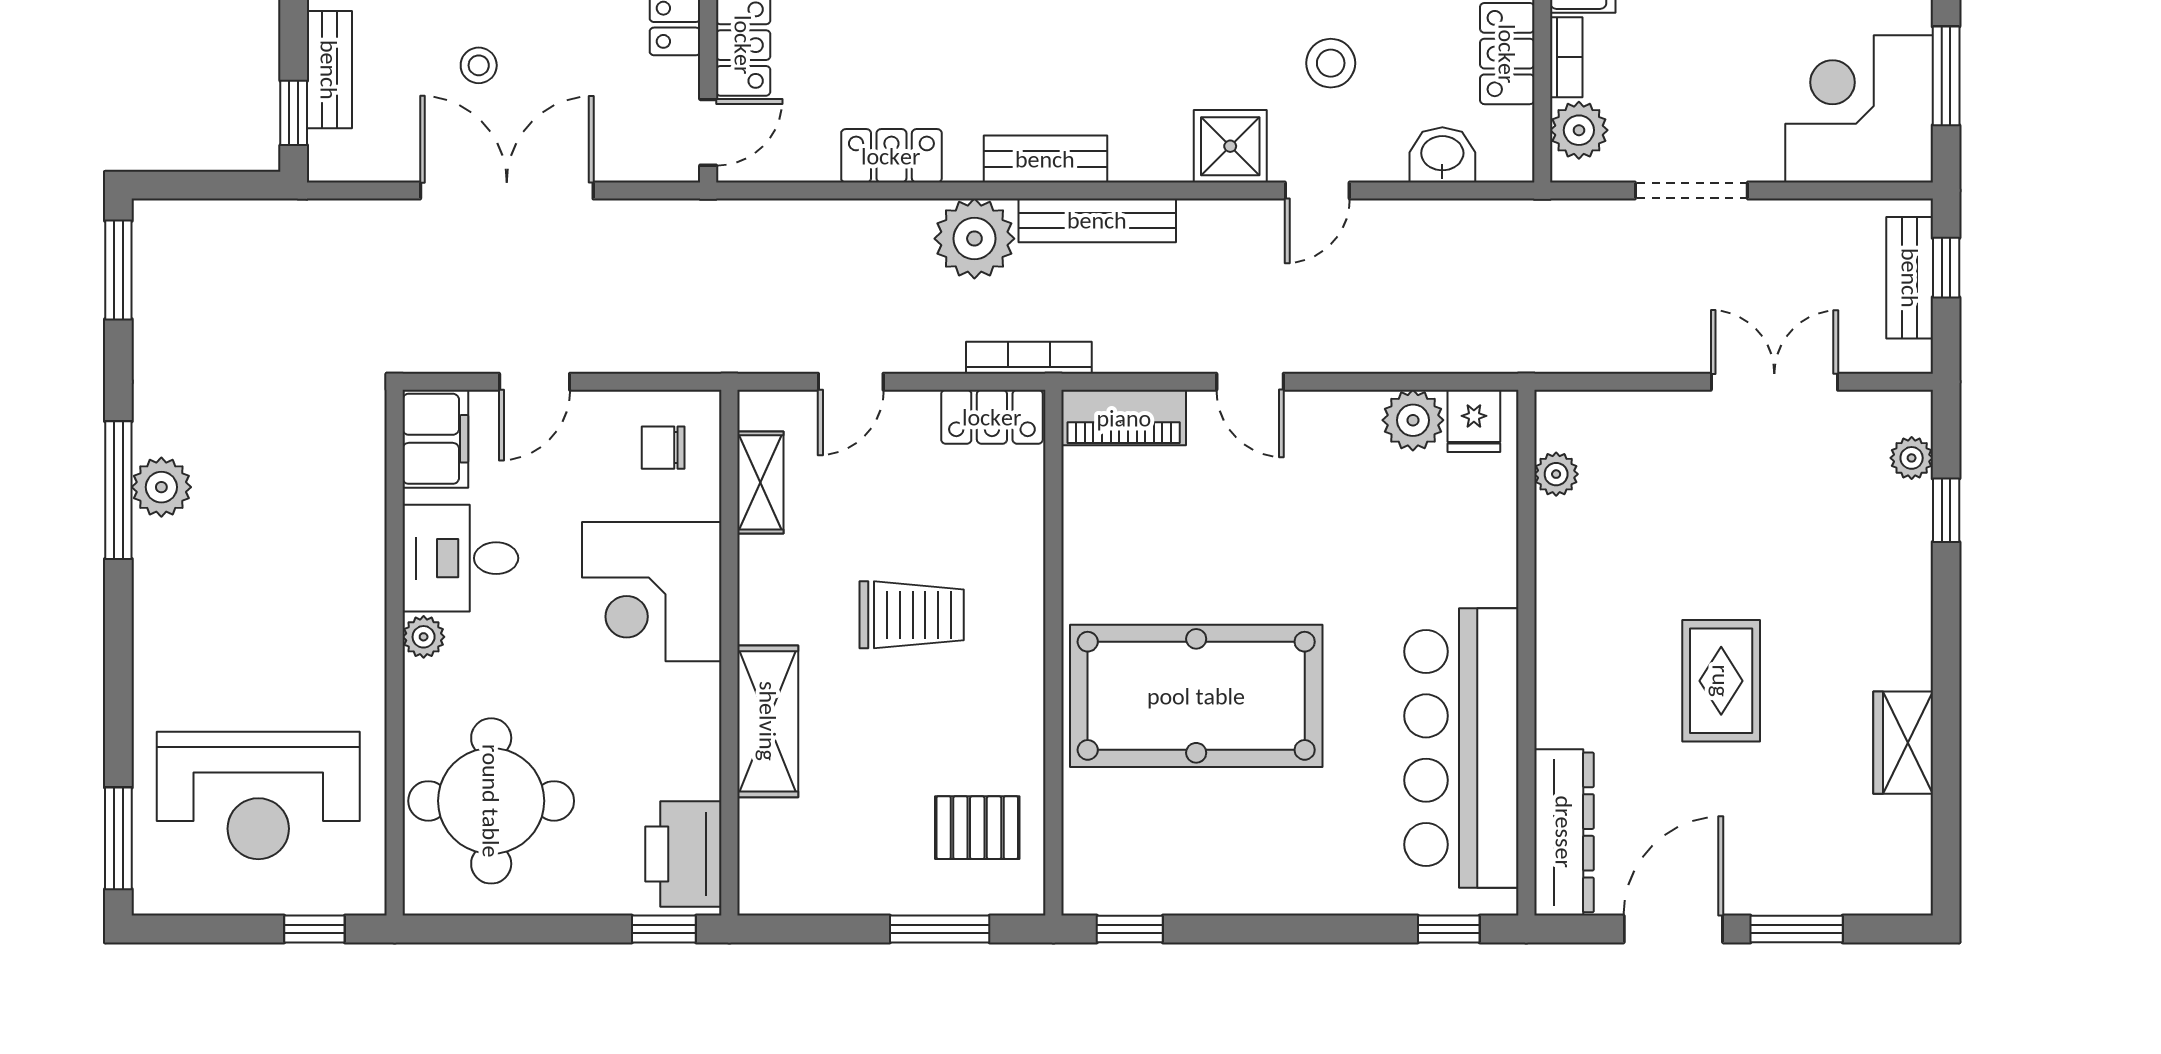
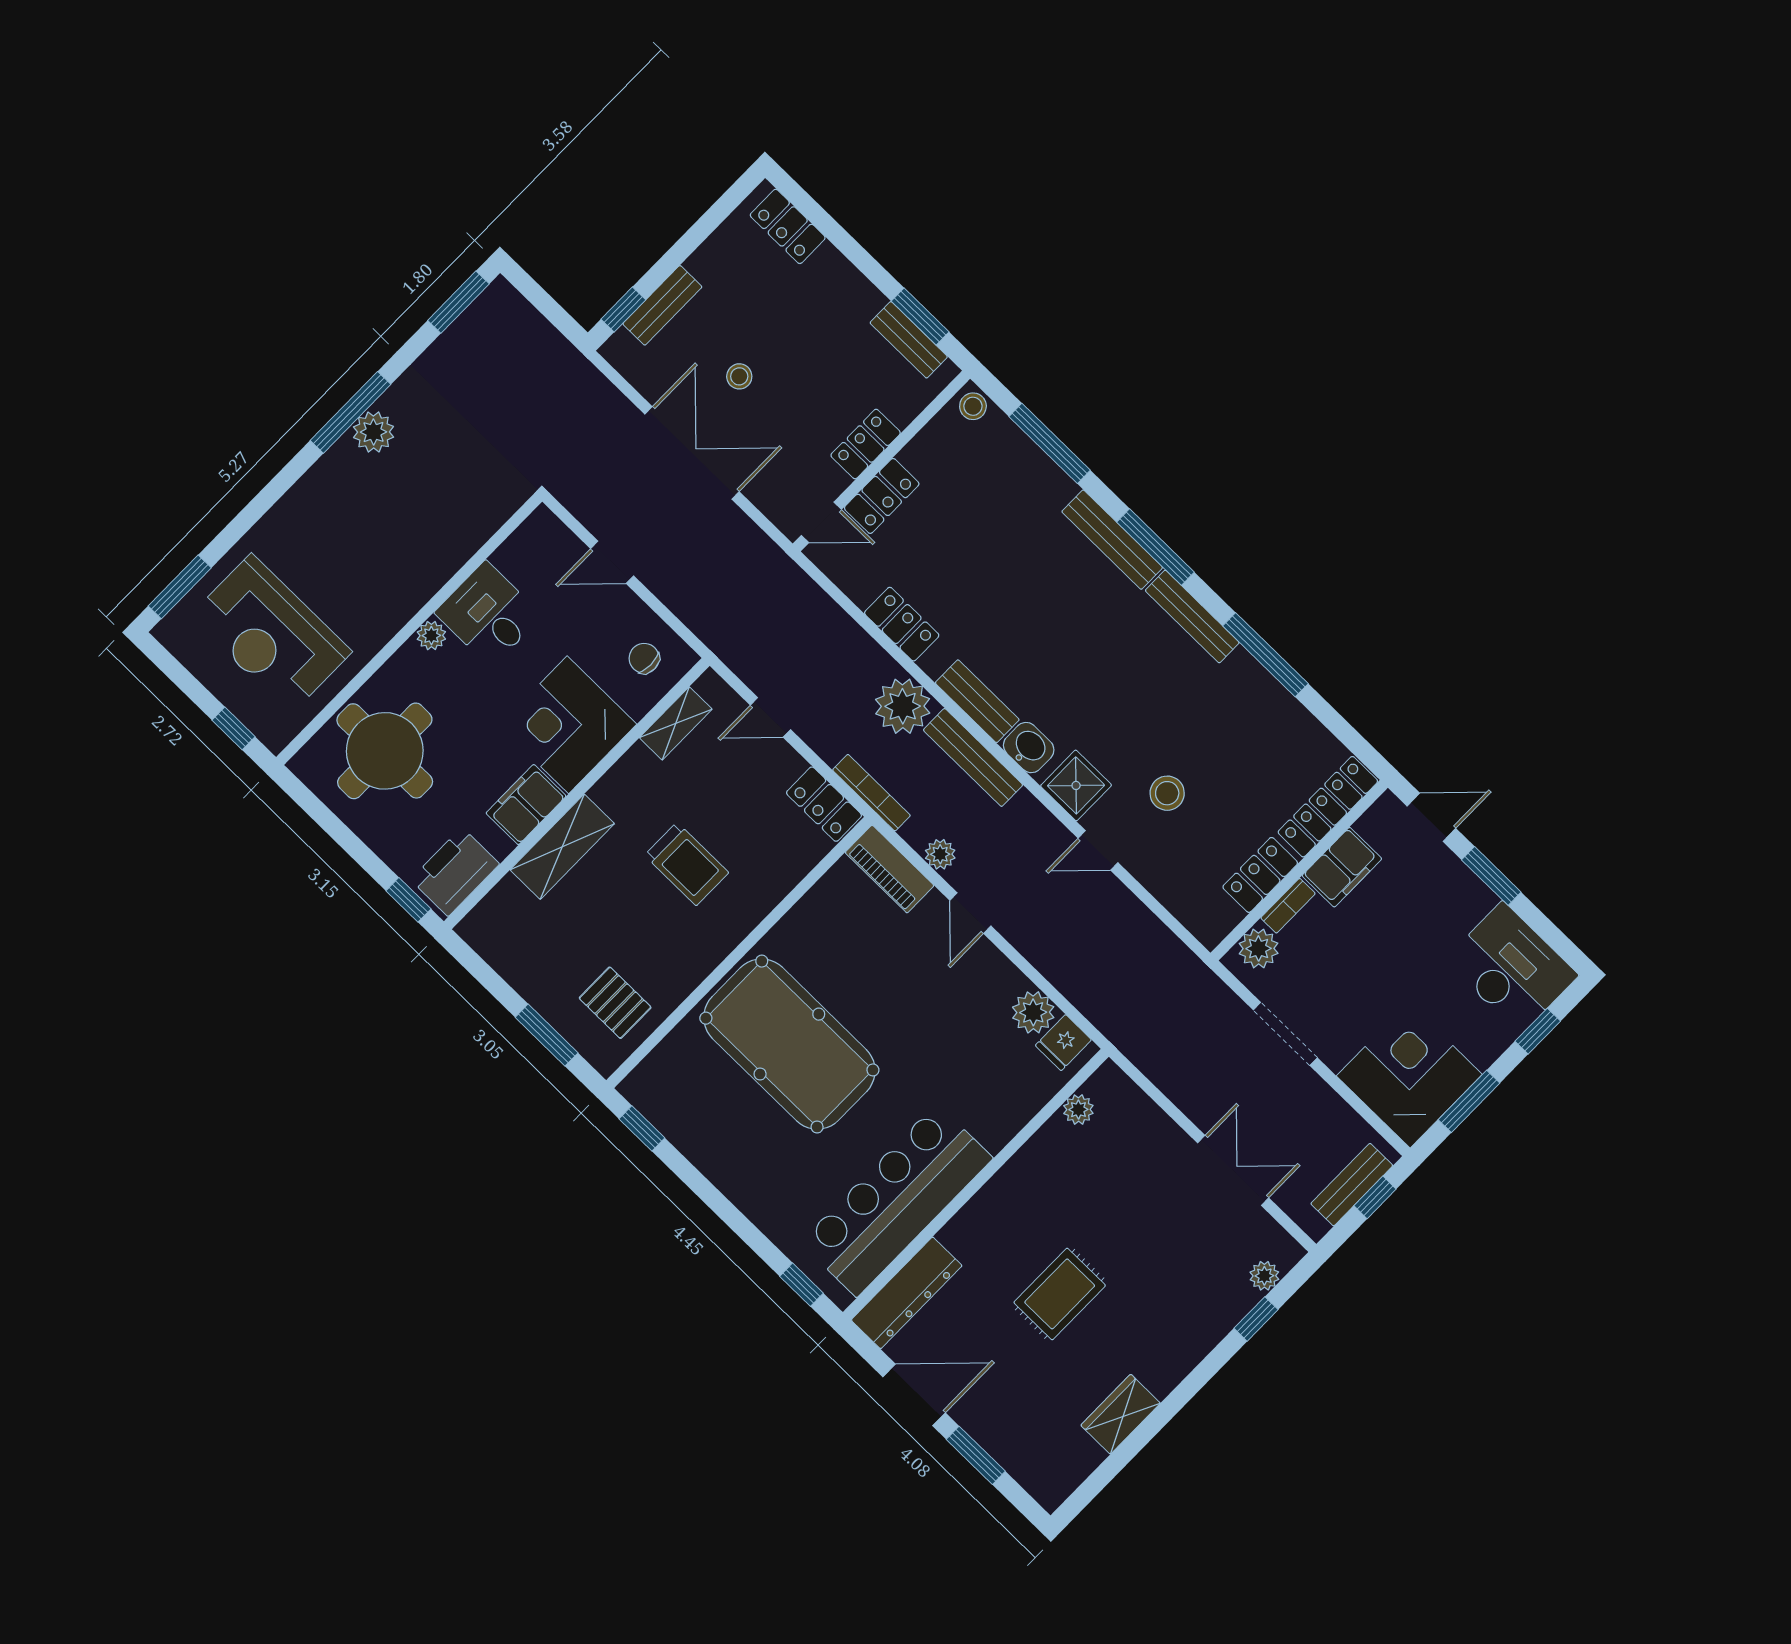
washbasin: (1442, 155) -> (1029, 748), moved
plant: (1160, 352) -> (940, 854), added
filing cabinet: (435, 439) -> (526, 805), moved, turned 180

